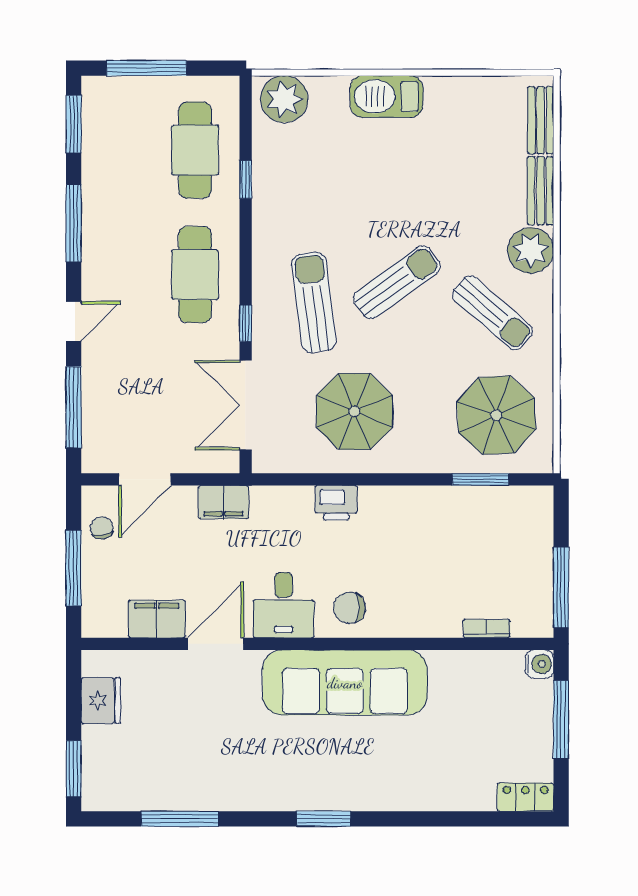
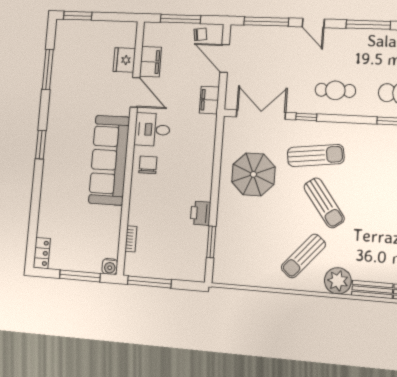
cafe table: (195, 274) -> (335, 90), width x0.73, depth x0.74
parasol: (496, 415) -> (246, 254), removed
printer: (336, 503) -> (201, 213), moved
fridge: (101, 701) -> (124, 60), moved, turned 90

